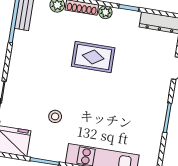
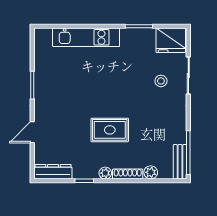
stool: (55, 116) -> (161, 81), moved

